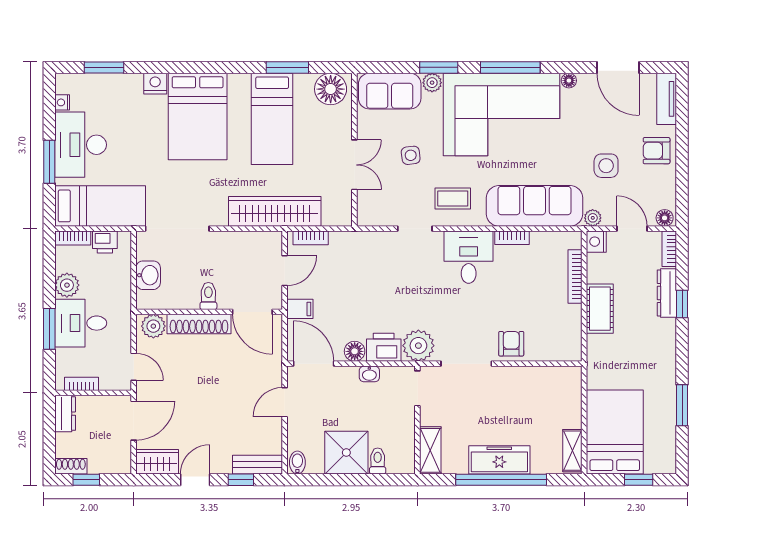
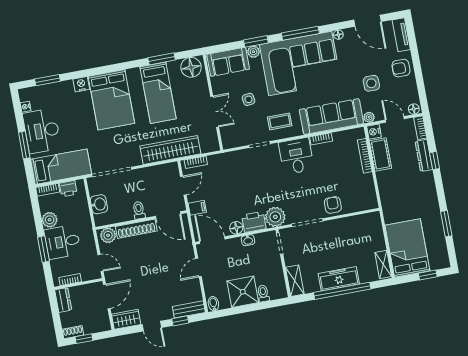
cot: (600, 309) -> (380, 154), moved
door: (195, 480) -> (152, 326), swing flipped

